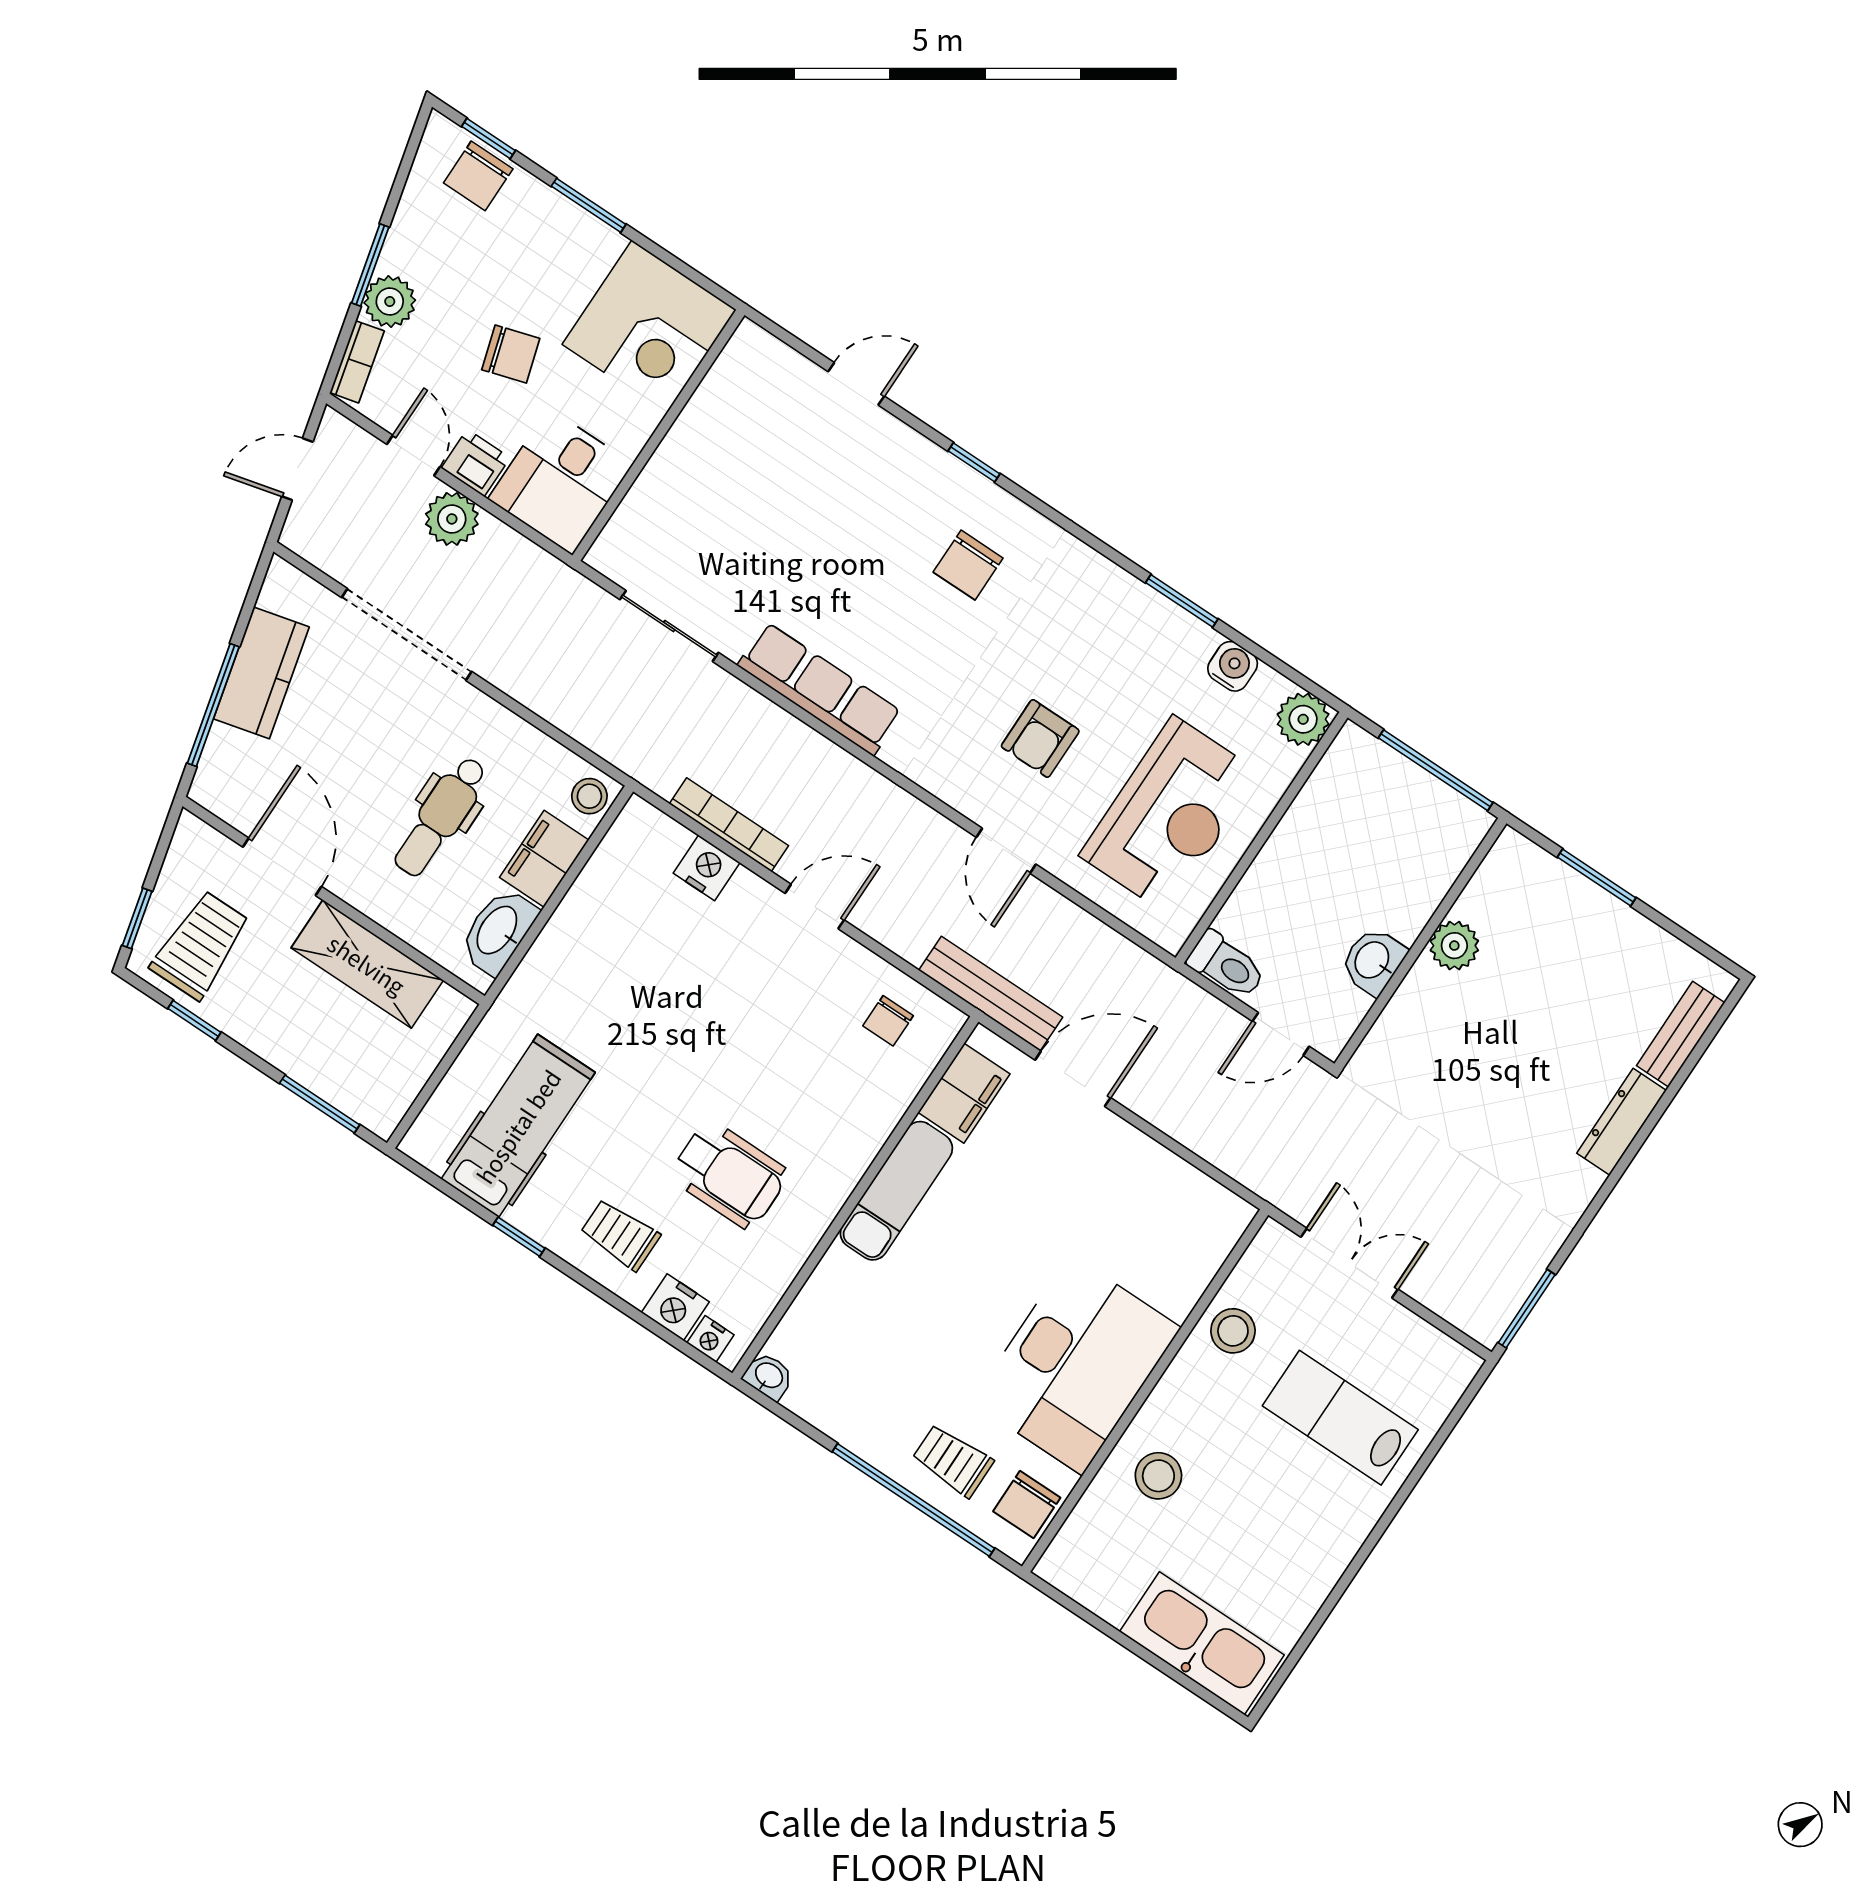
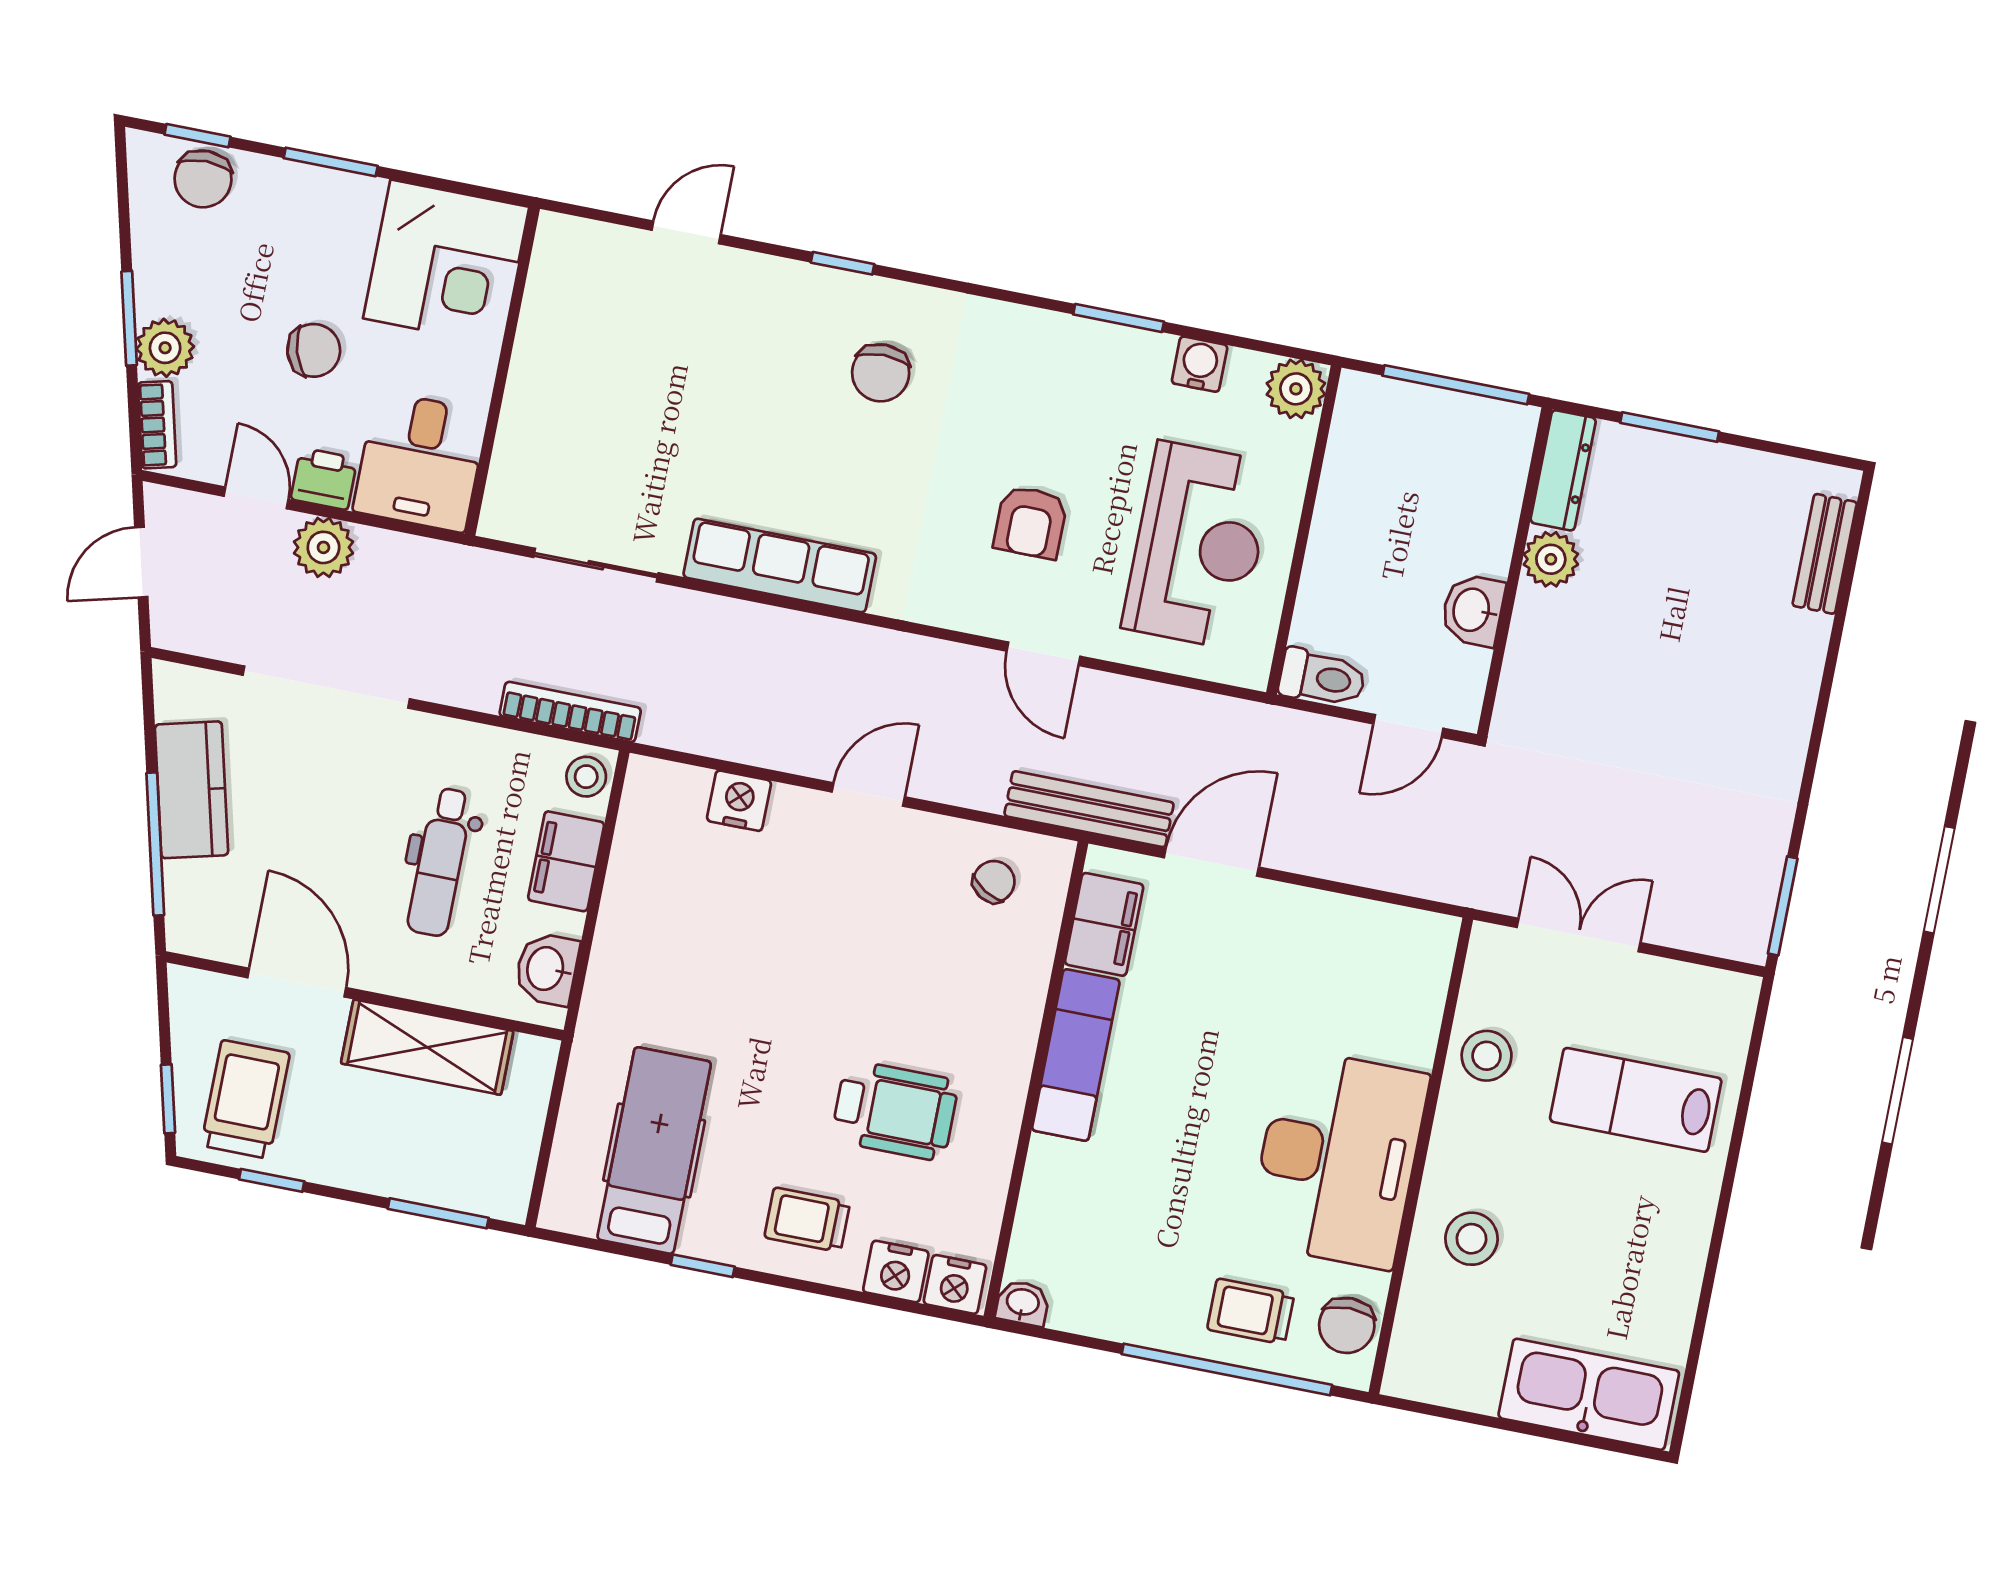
bookcase: (729, 825) -> (570, 712), moved
washbasin: (498, 931) -> (547, 969), width x0.72
chair: (888, 1021) -> (994, 882), turned -149
dresser: (1622, 1122) -> (1563, 470), moved, turned 180
nightstand: (710, 1339) -> (955, 1284), width x1.39, depth x1.35

